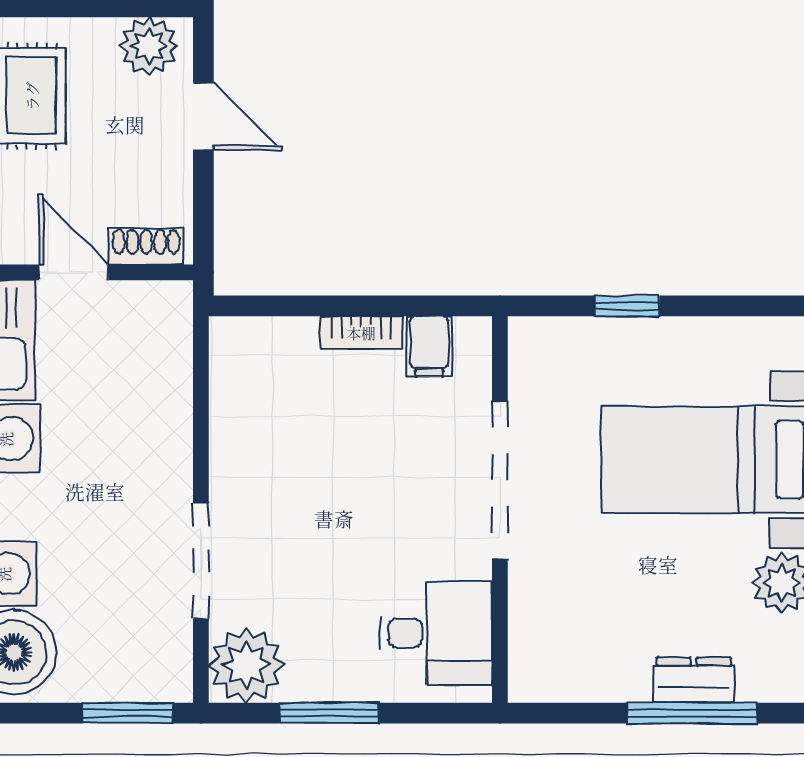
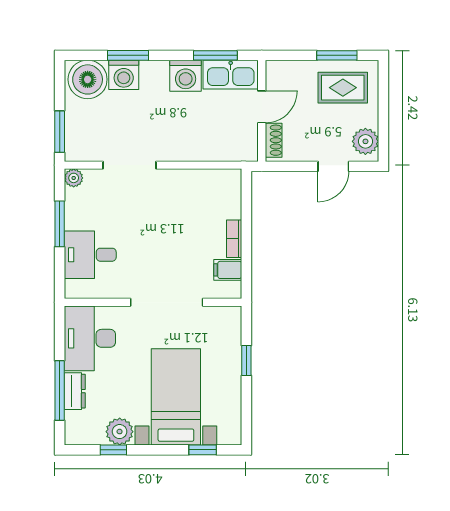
desk: (436, 633) -> (90, 255), moved, turned 90
desk: (578, 647) -> (90, 338), added
plant: (246, 665) -> (74, 178), width x0.53, depth x0.53

